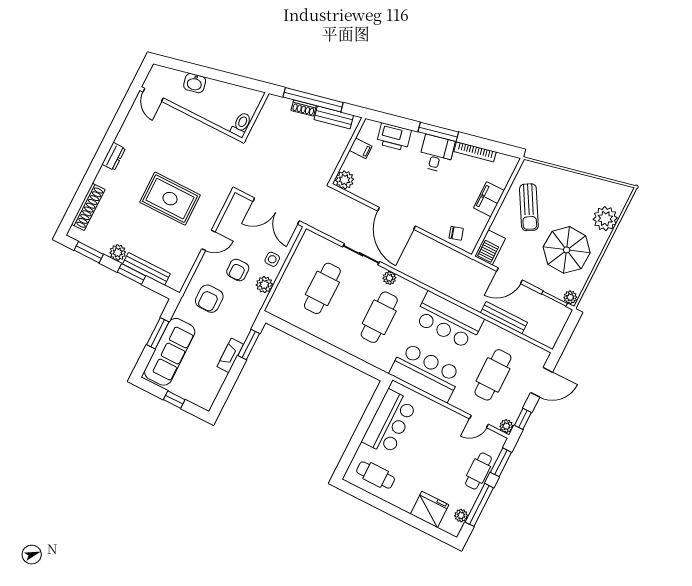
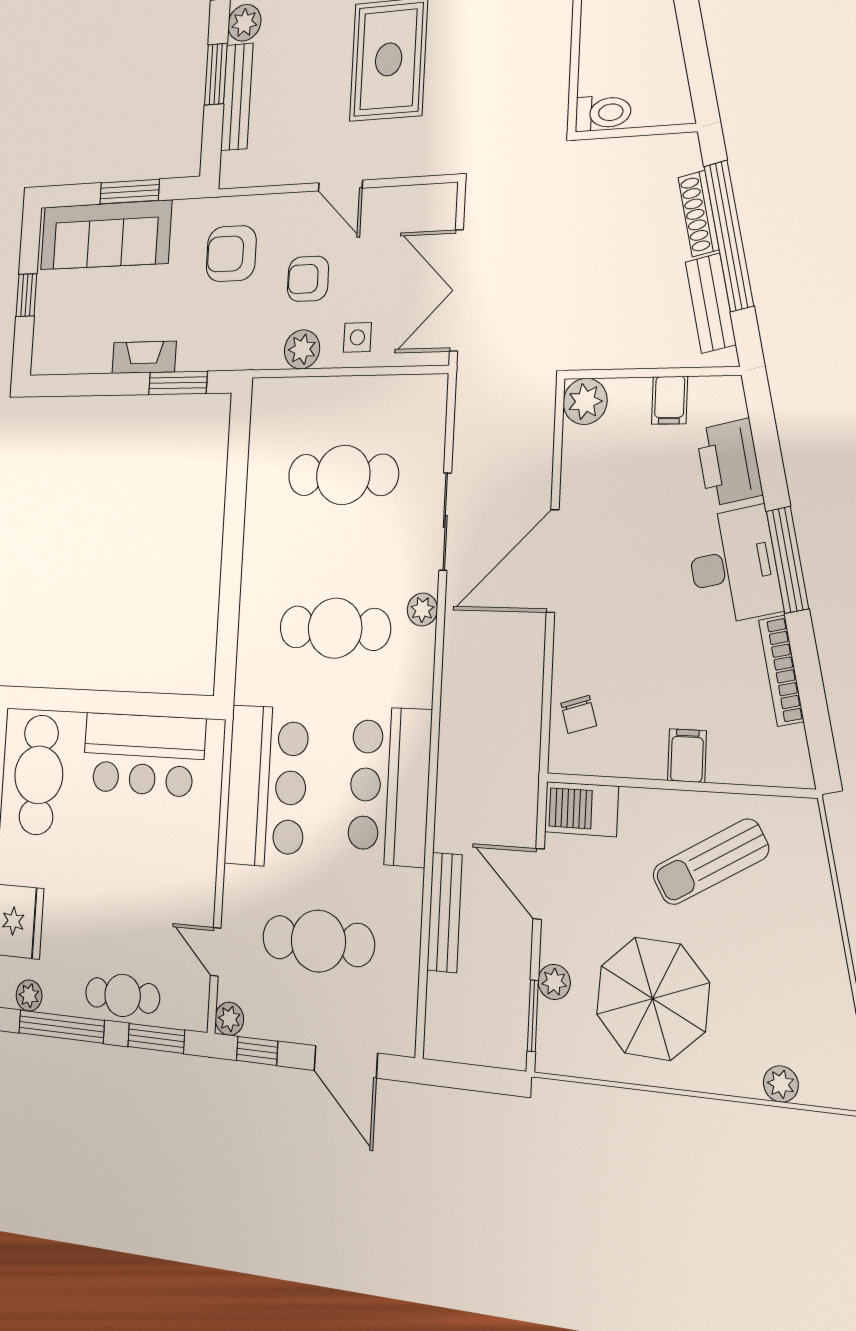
shoe rack: (304, 108) -> (699, 214), width x1.43
desk: (436, 154) -> (733, 566), width x1.37
filing cabinet: (489, 199) -> (687, 756), width x0.50
plant: (605, 219) -> (781, 1084), width x0.53, depth x0.53
plant: (570, 297) -> (554, 982), moved
cafe table: (376, 475) -> (39, 775), width x1.37, depth x1.35

